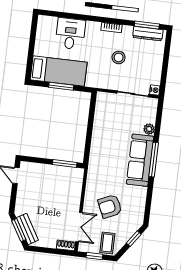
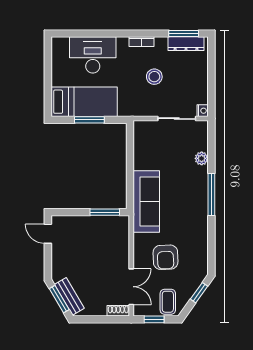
desk: (70, 34) -> (93, 55), width x1.37
sofa: (140, 160) -> (146, 201), moved, turned 180
armchair: (110, 206) -> (165, 257), turned -67

